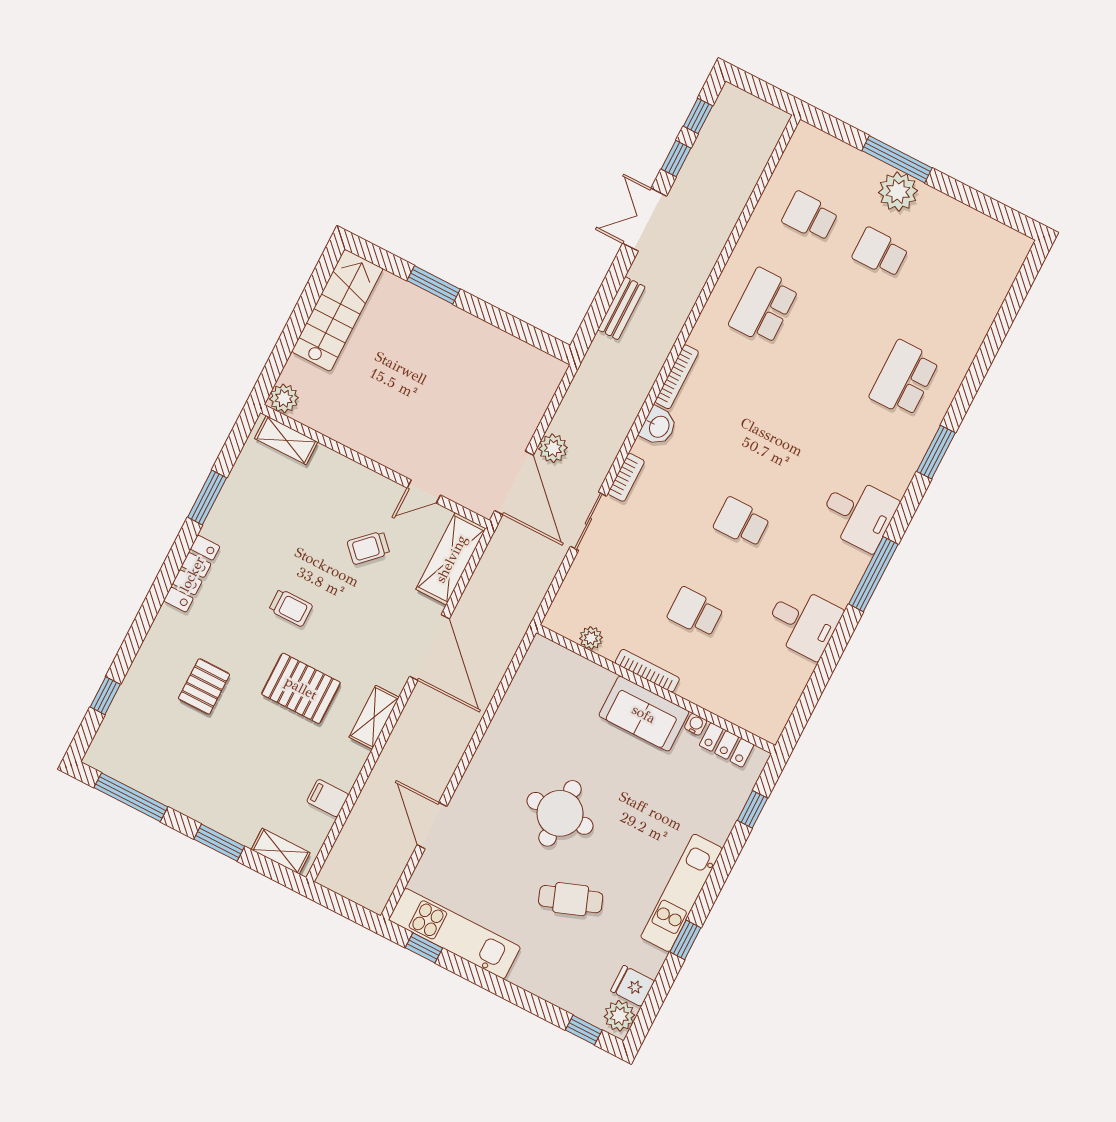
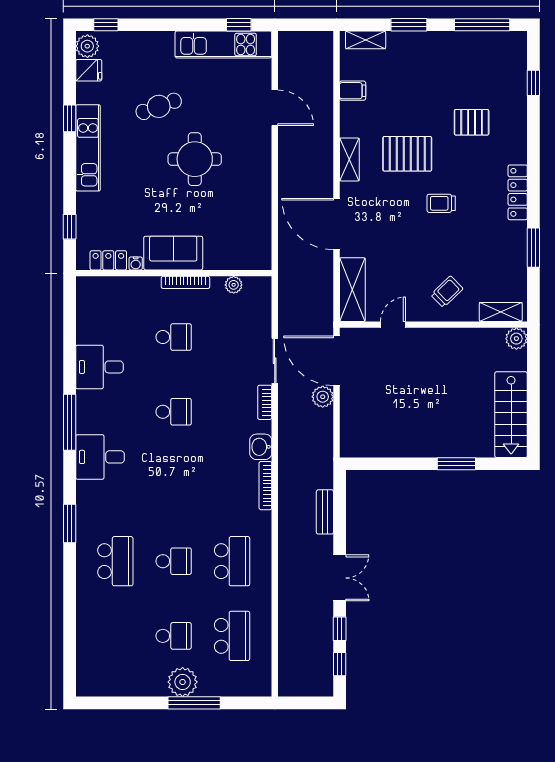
school desk: (810, 216) -> (232, 636), width x1.85
school desk: (834, 342) -> (174, 561), added
trolley: (368, 548) -> (447, 292), moved
pallet: (204, 686) -> (472, 122), turned 90

